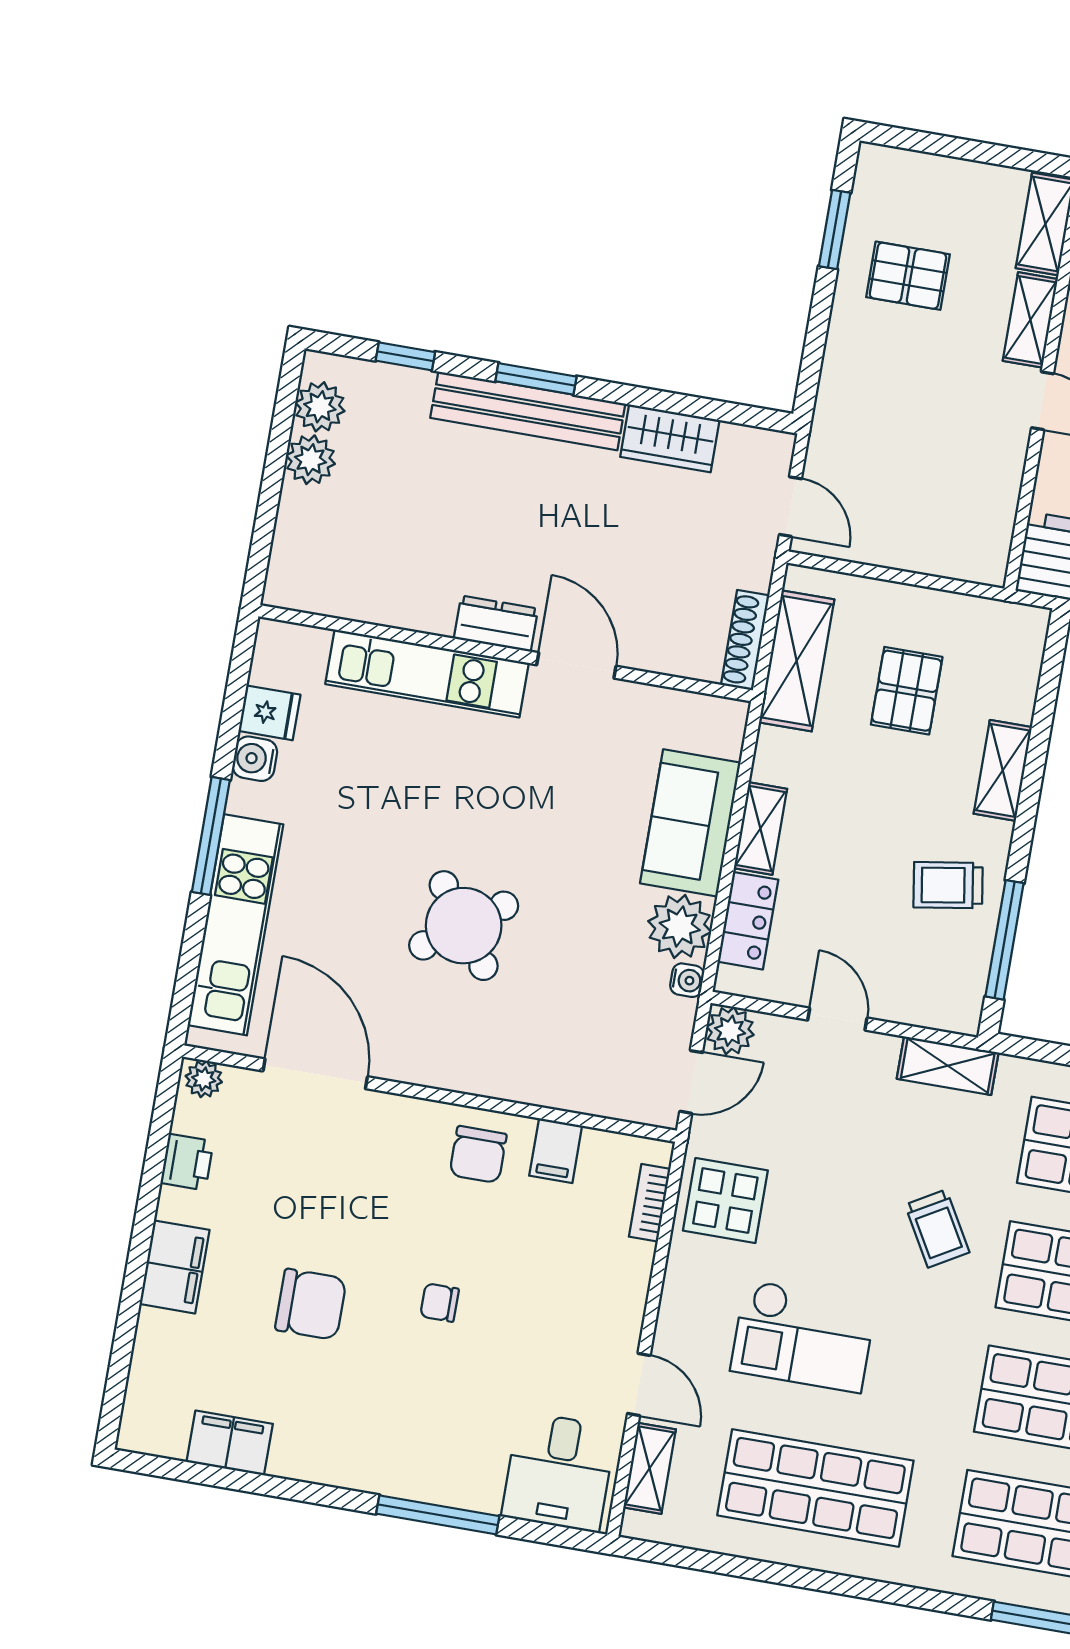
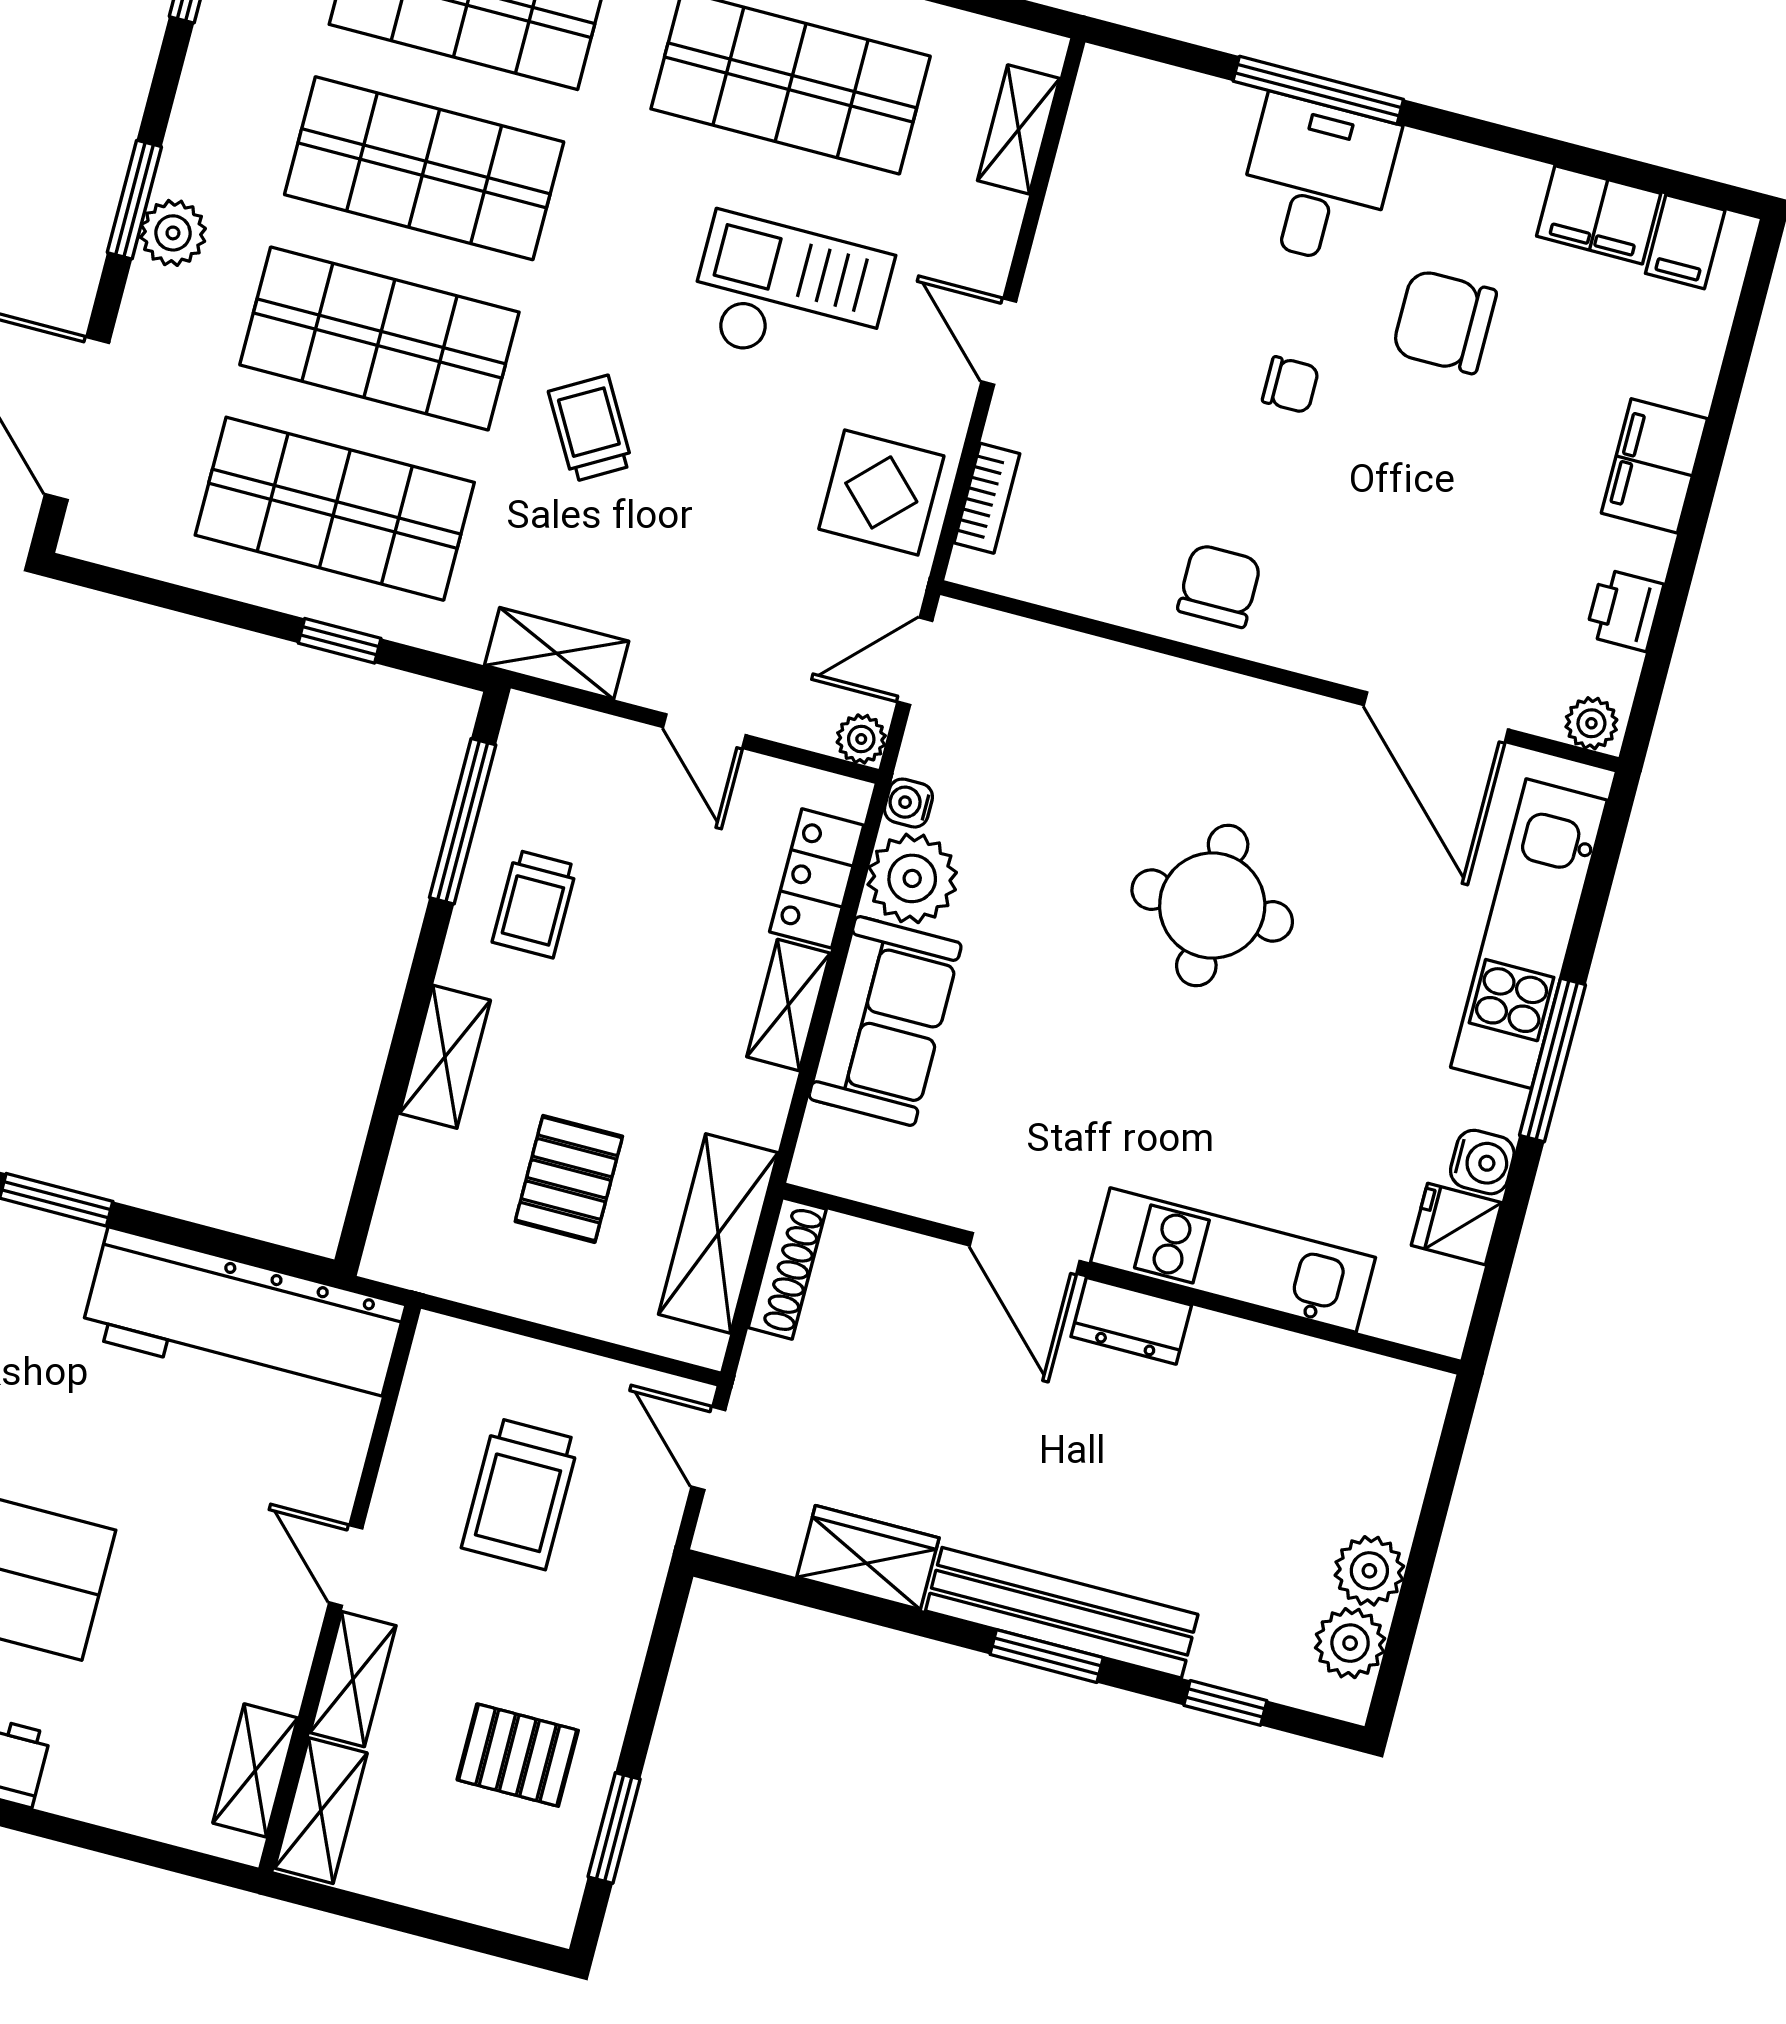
trolley: (922, 463) -> (520, 1494), added
trolley: (948, 885) -> (535, 904), turned 99
round table: (464, 926) -> (1212, 906), turned 36
plant: (730, 1031) -> (861, 739), width x0.73, depth x0.73
filing cabinet: (556, 1151) -> (1685, 242), moved, turned 180
chair: (311, 1304) -> (1444, 322), moved
door: (639, 1384) -> (999, 342), moved
desk: (559, 1472) -> (1317, 181), moved

